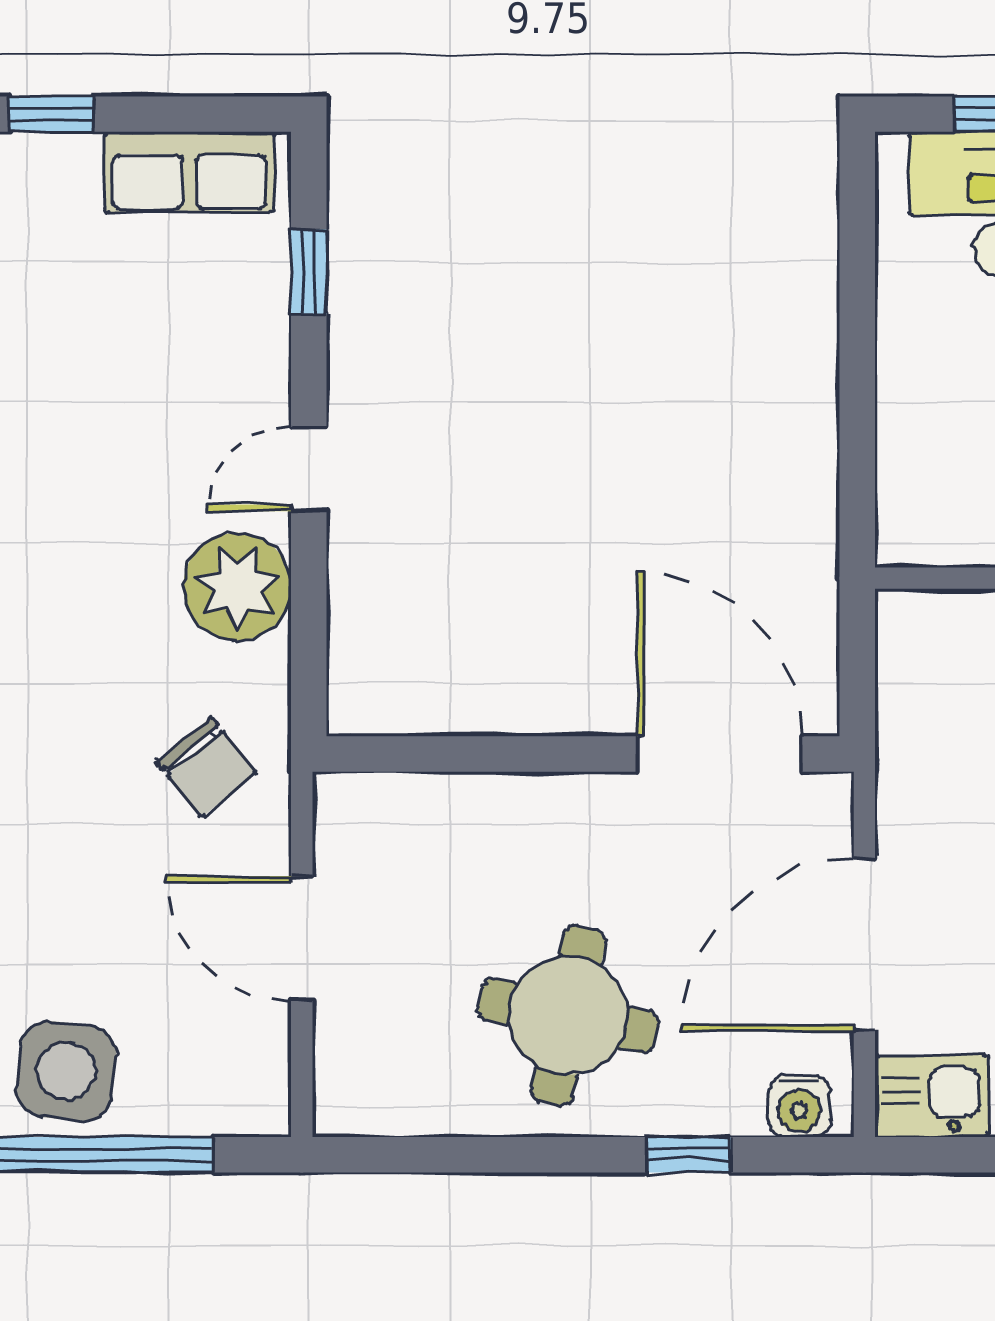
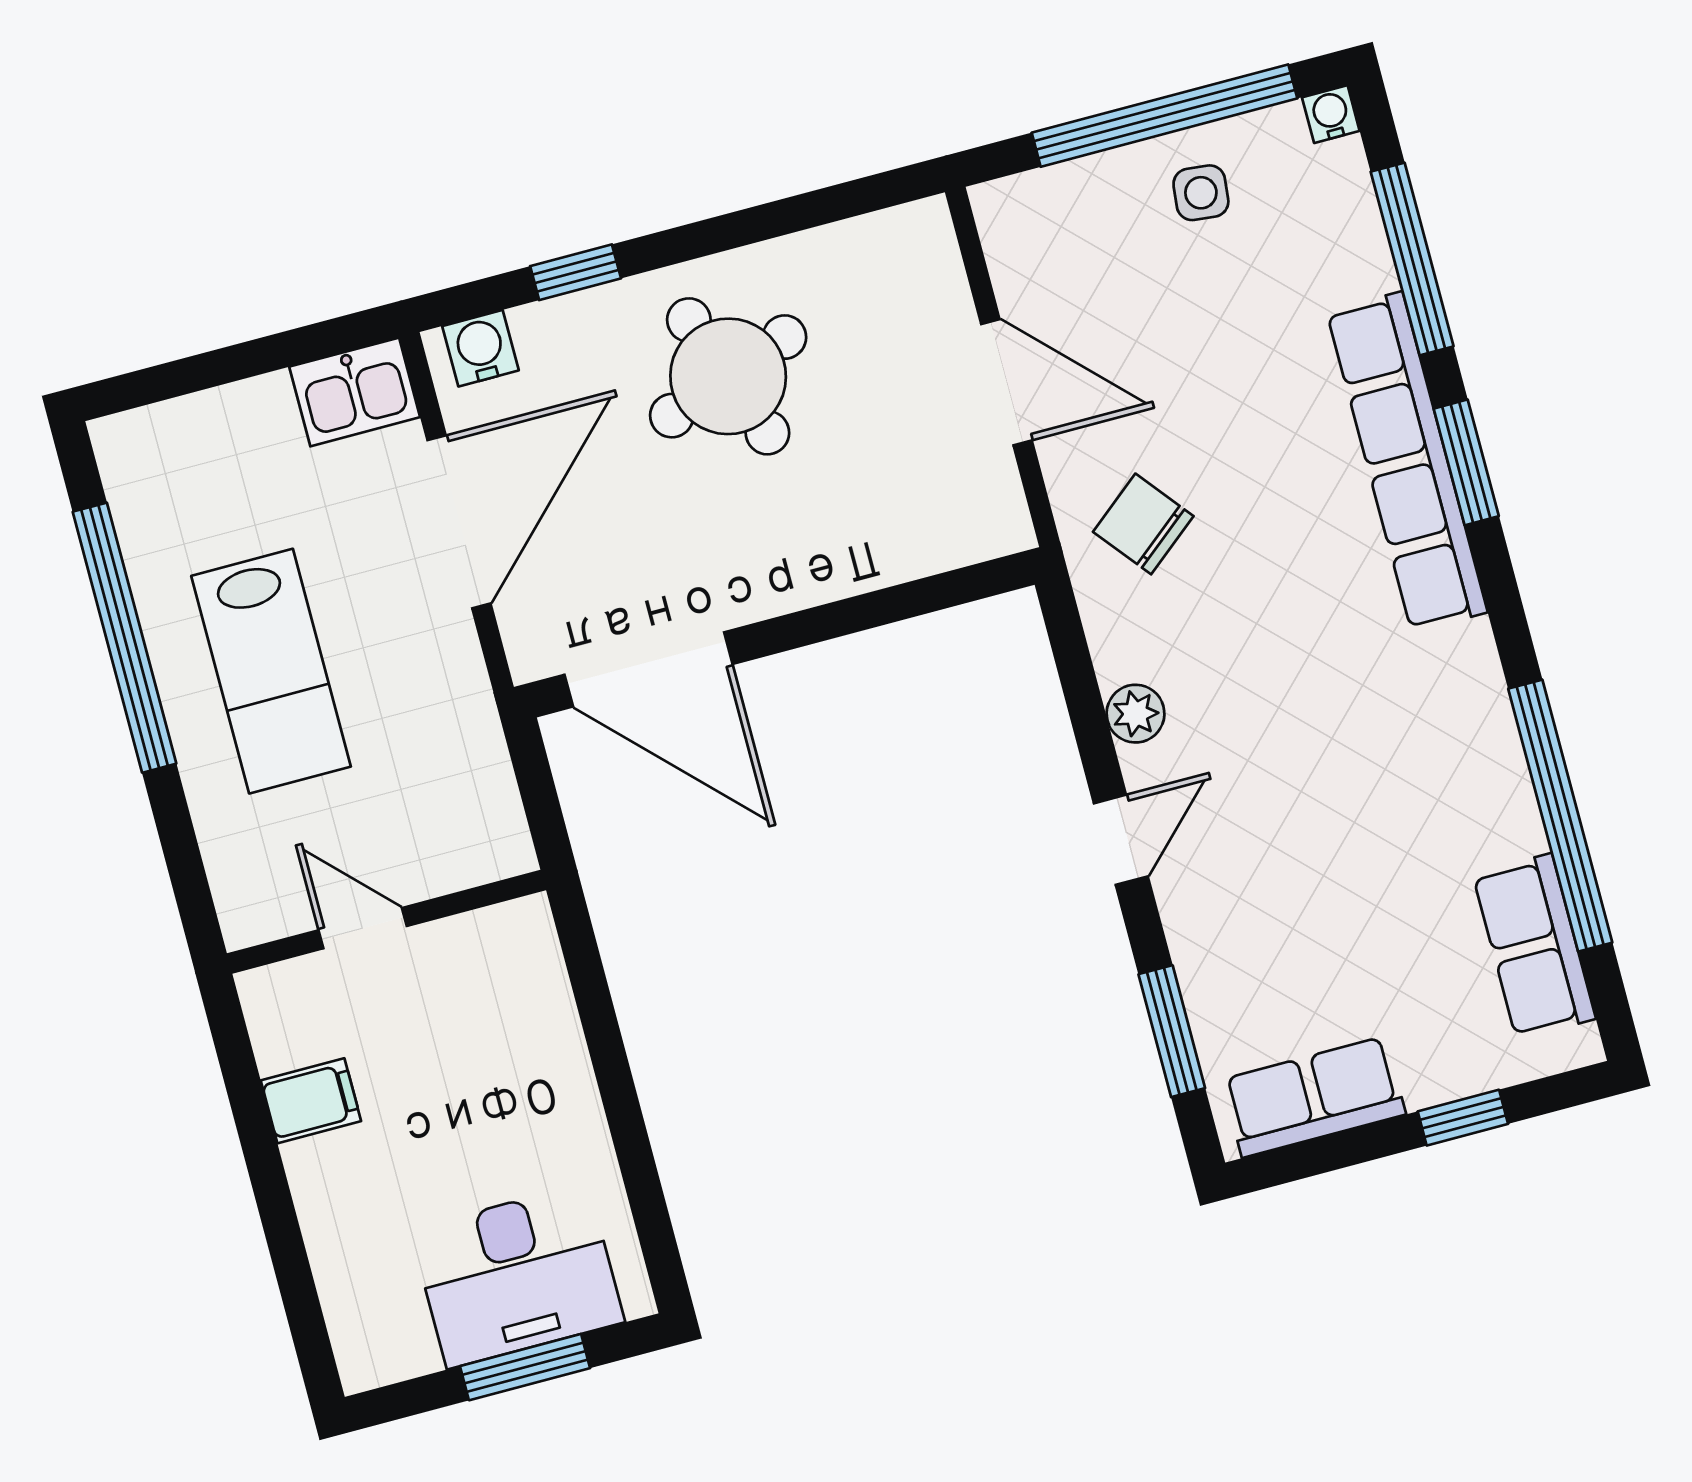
window: (309, 272) -> (1172, 1031), width x1.50
plant: (237, 587) -> (1135, 714), width x0.53, depth x0.53
round table: (568, 1016) -> (728, 376), turned -32
side table: (66, 1071) -> (1201, 193), width x0.54, depth x0.54

